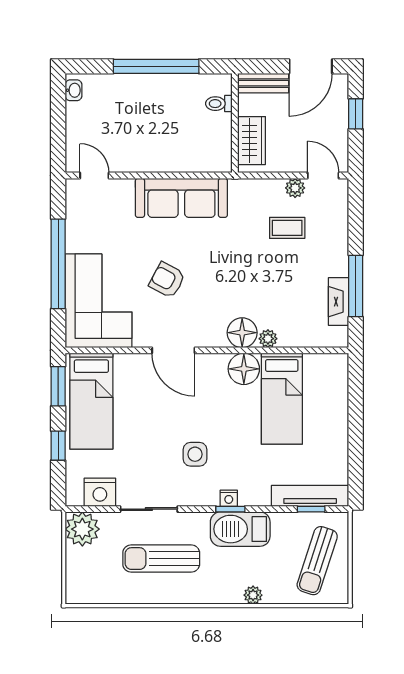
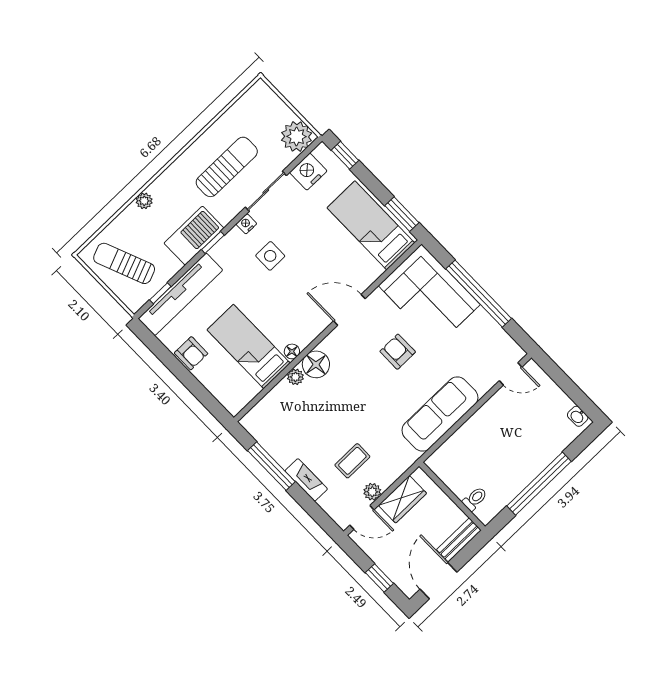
wardrobe: (252, 141) -> (402, 499), moved, turned -90
armchair: (167, 280) -> (398, 352), turned -118
fireplace: (339, 302) -> (306, 480), moved
floor lamp: (244, 369) -> (292, 351), width x0.53, depth x0.53
armchair: (333, 438) -> (191, 353), added
window: (58, 446) -> (345, 155), moved
tv unit: (310, 496) -> (180, 294), width x1.36, depth x1.29
nightstand: (229, 498) -> (246, 224), moved
sun lounger: (317, 561) -> (124, 263), turned -40

